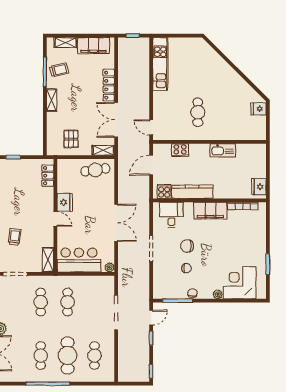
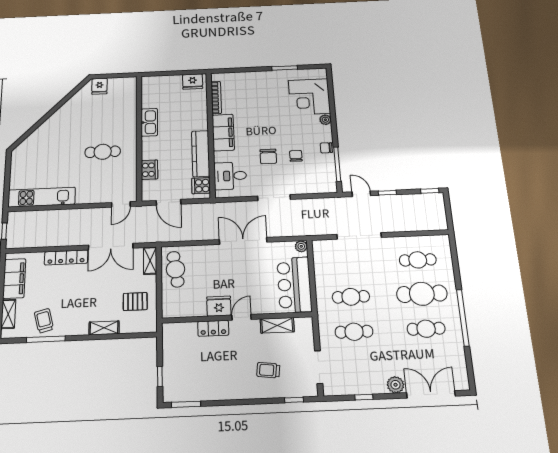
shelving: (52, 100) -> (104, 328), moved
locker: (48, 176) -> (213, 328), moved
shelving: (48, 260) -> (277, 325), moved

